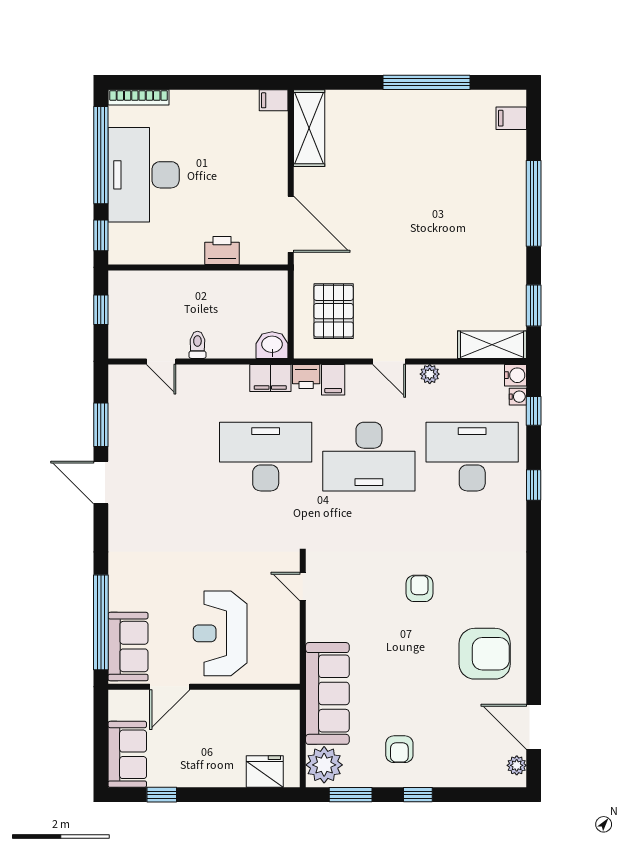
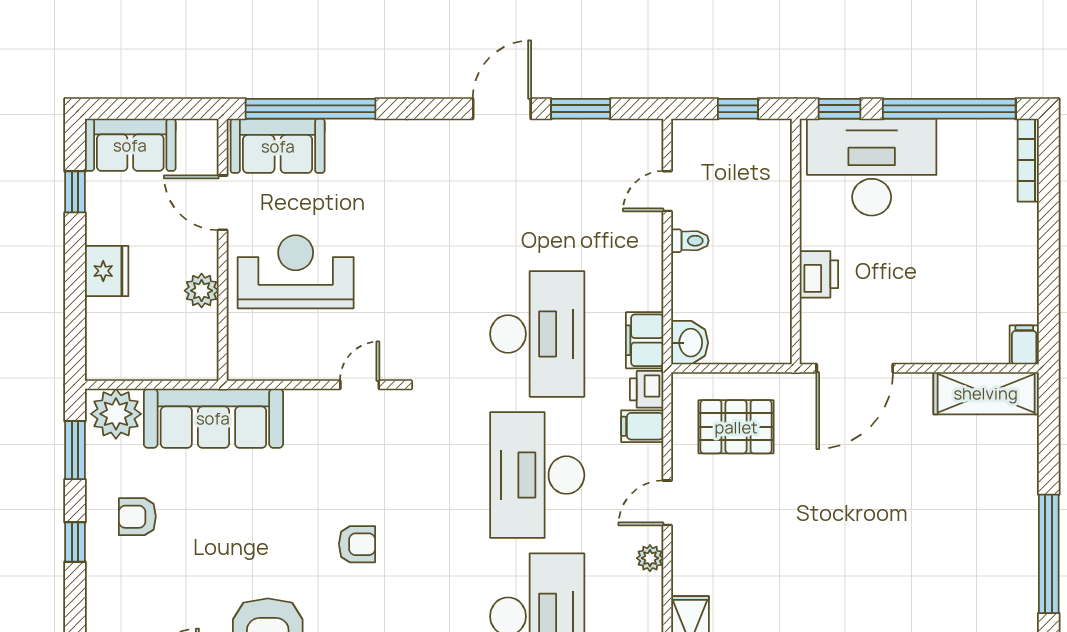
desk: (144, 175) -> (872, 167), moved
plant: (234, 702) -> (202, 291), added
fridge: (265, 772) -> (107, 271), moved

